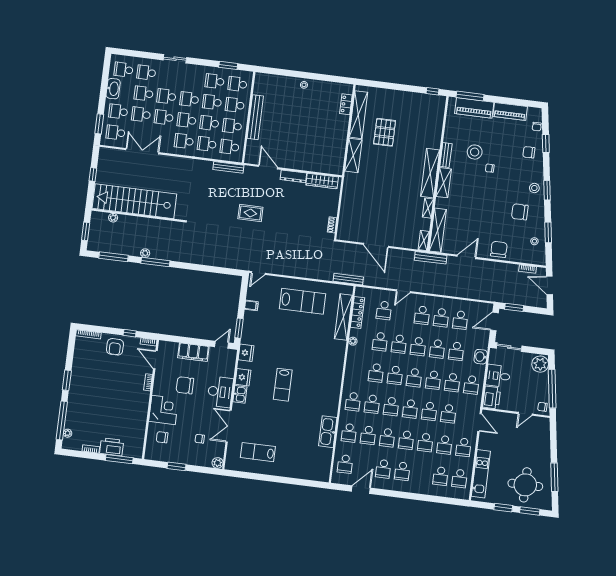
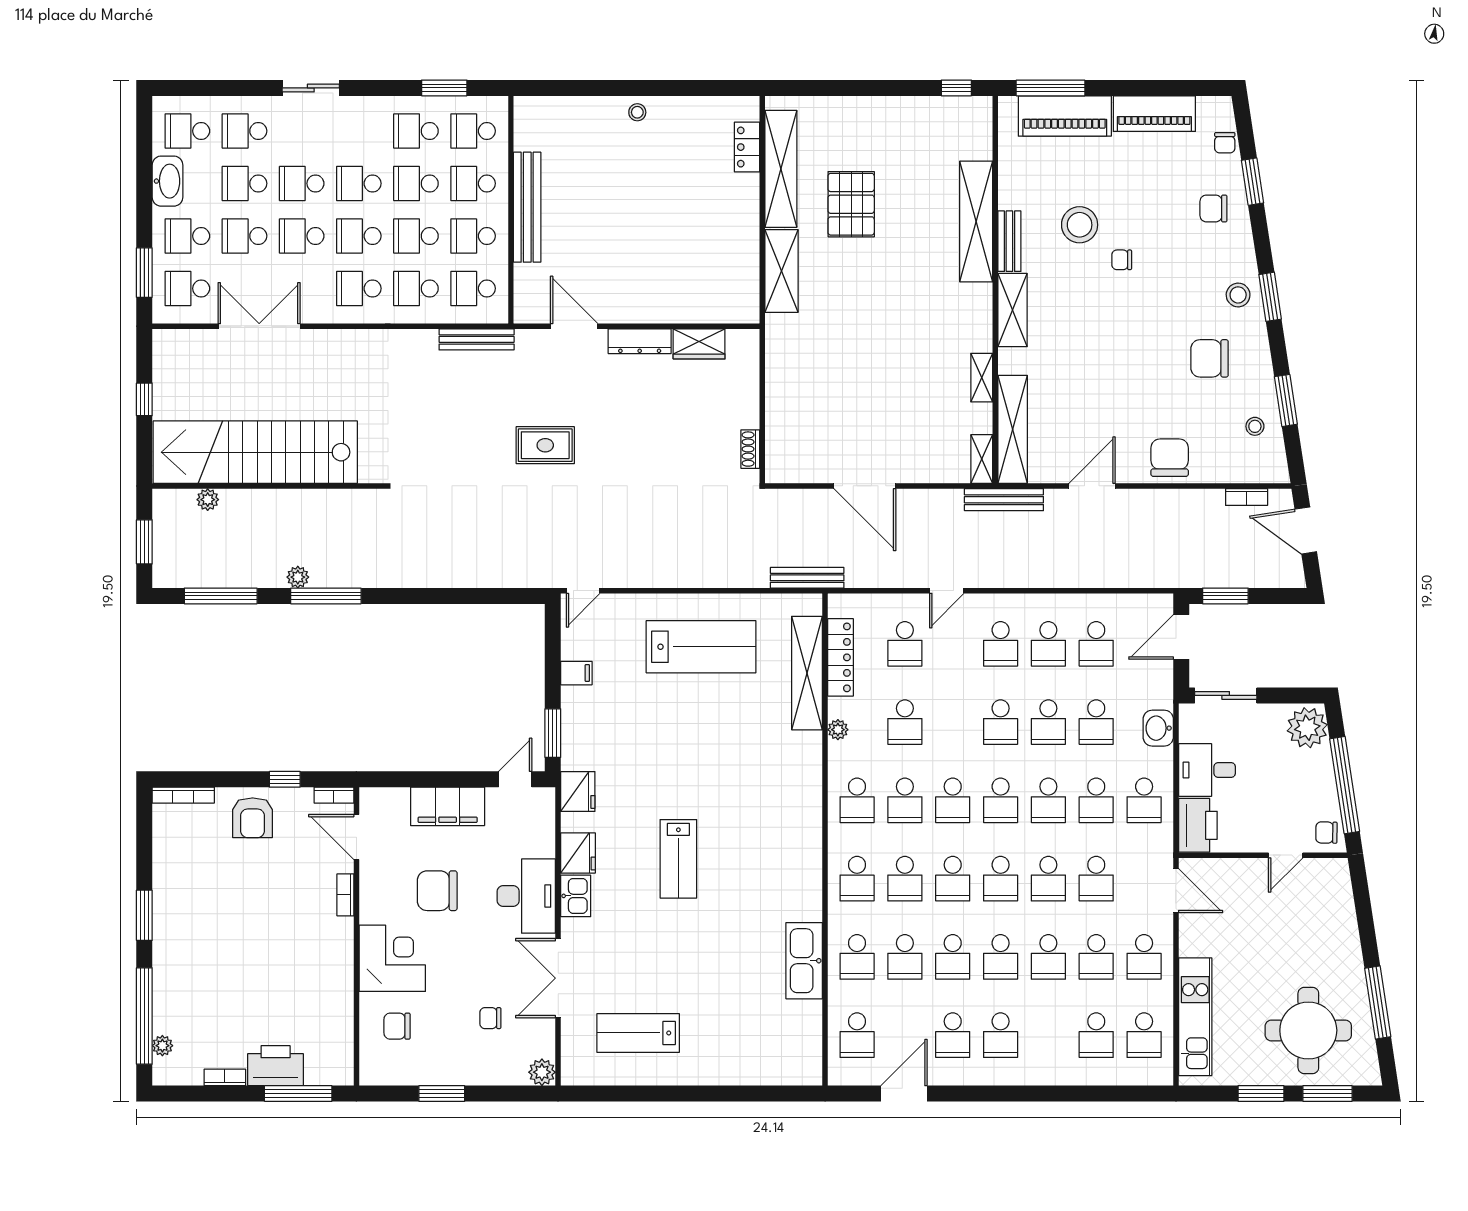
shelving: (430, 173) -> (976, 222), moved
wardrobe: (322, 181) -> (699, 344), width x0.67
school desk: (399, 344) -> (857, 800), moved

